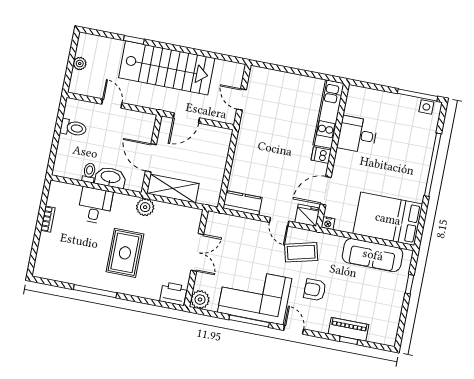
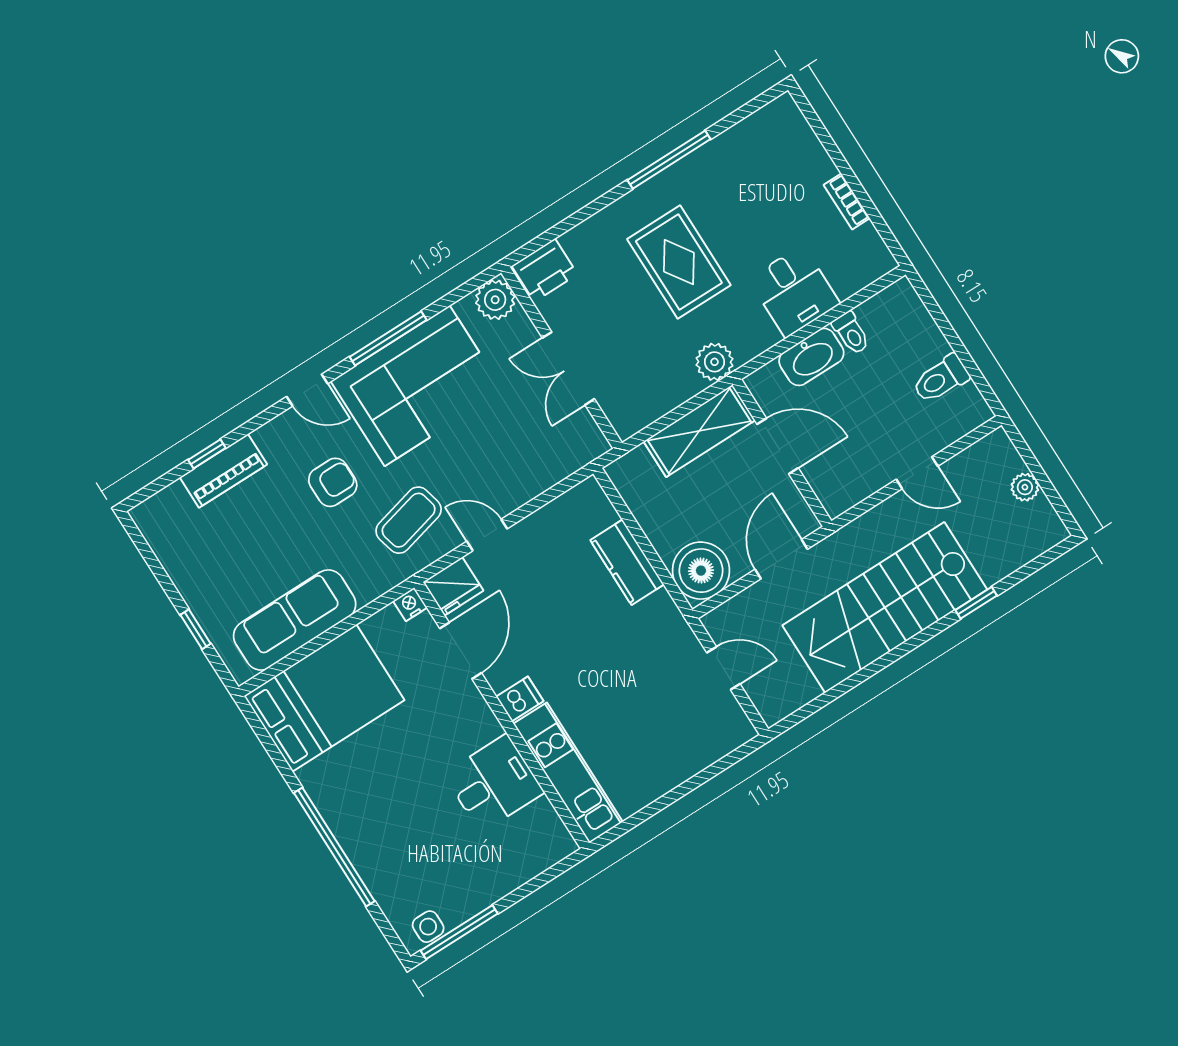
boiler: (218, 140) -> (701, 571), added
kitchen counter: (242, 203) -> (627, 562), moved, turned 90

